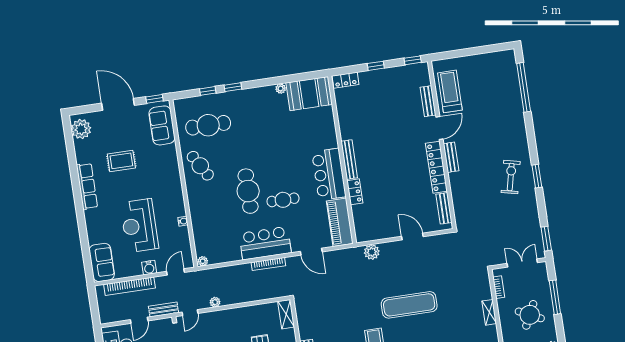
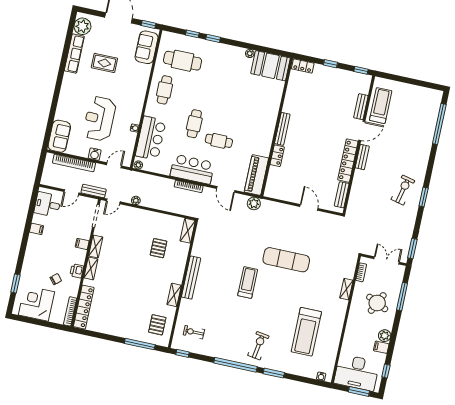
cafe table: (200, 166) -> (165, 90), turned 31
bar counter: (329, 174) -> (151, 138), moved, turned 180
row of seats: (87, 186) -> (74, 54), moved
cafe table: (248, 191) -> (194, 124), width x0.73, depth x0.74
plant: (372, 252) -> (254, 203), moved

